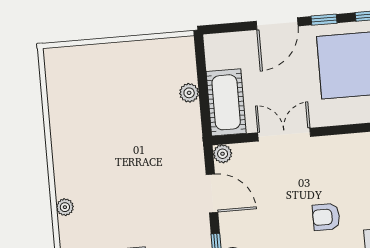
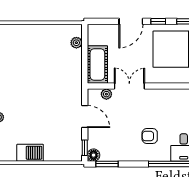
plant: (189, 93) -> (76, 43), moved
plant: (223, 154) -> (106, 94), moved

